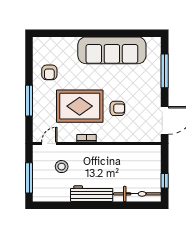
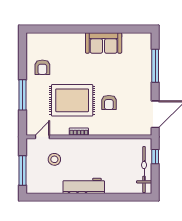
sofa: (112, 50) -> (104, 43), width x0.54, depth x0.79
armchair: (117, 108) -> (109, 103), turned 90
window: (165, 181) -> (155, 157), moved
bicycle: (137, 194) -> (144, 170), moved, turned -90

